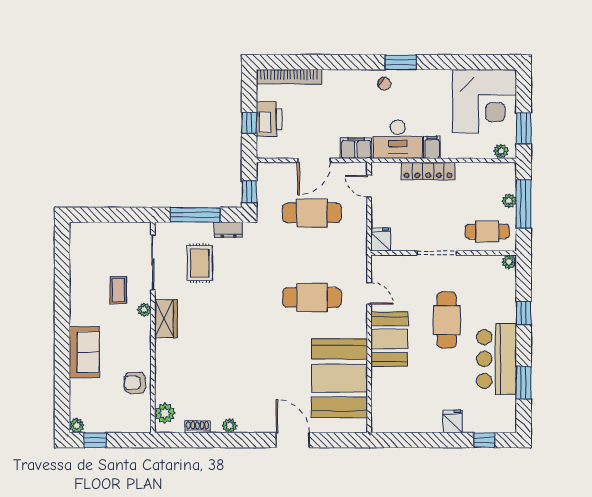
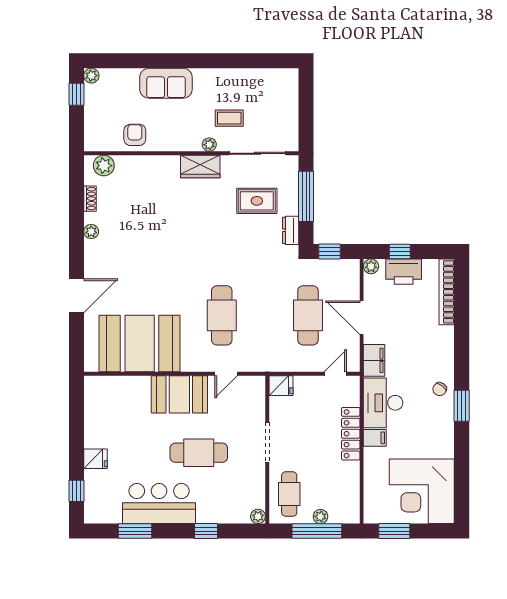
plant: (501, 151) -> (371, 266), moved

